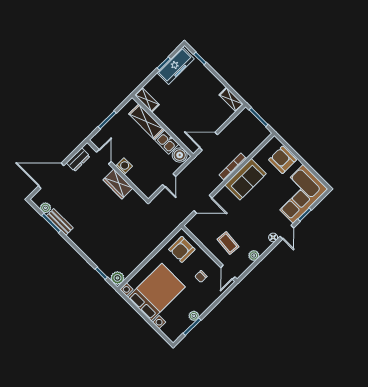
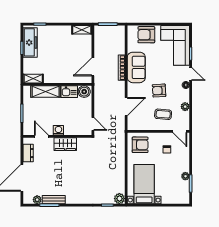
door: (169, 180) -> (93, 124), moved
armchair: (245, 219) -> (159, 91), added
armchair: (182, 249) -> (140, 145), turned -90
bed with nightstands: (156, 292) -> (144, 184), width x0.73

